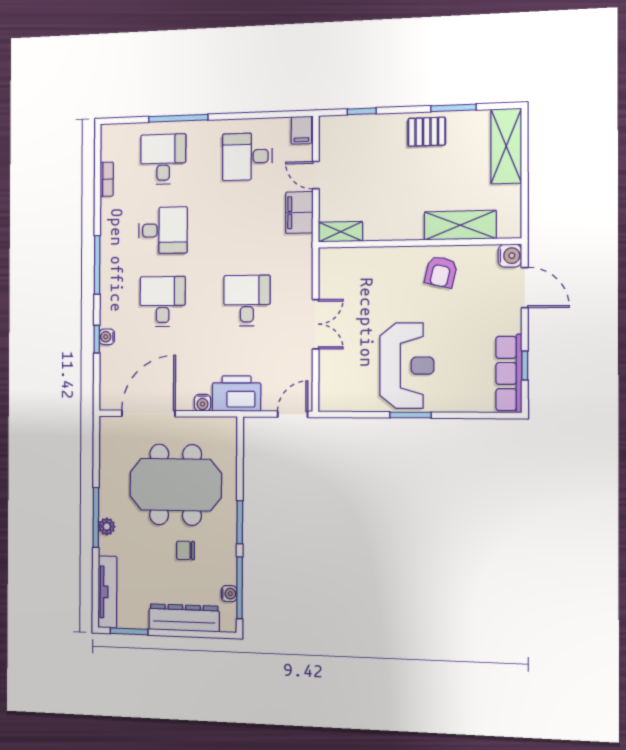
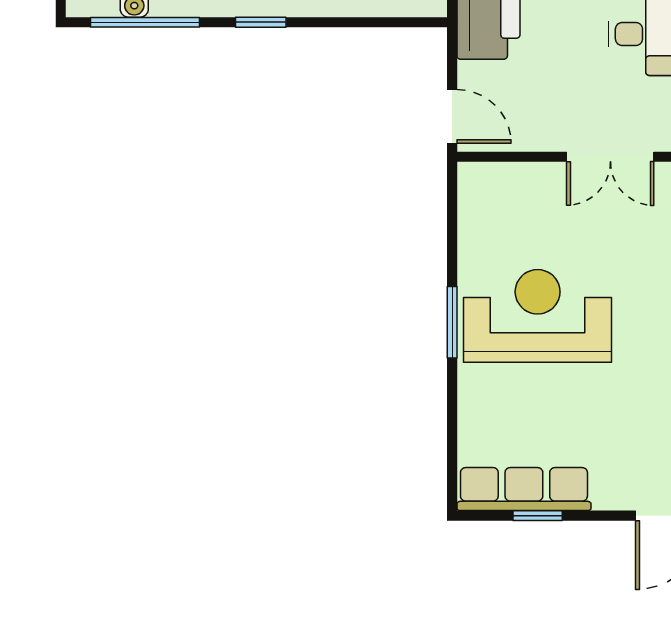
reception desk: (407, 366) -> (538, 316), turned 180
window: (240, 522) -> (261, 22), width x0.67

